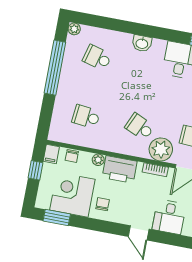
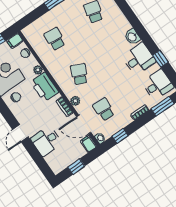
washbasin: (142, 43) -> (132, 37), moved
plant: (161, 149) -> (75, 101), width x0.53, depth x0.53

